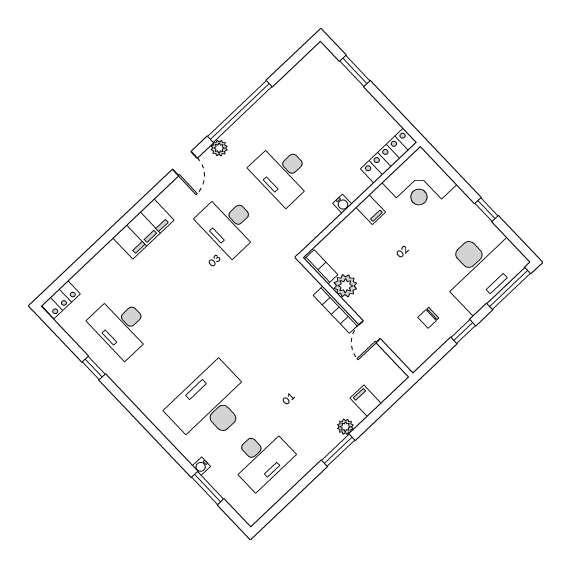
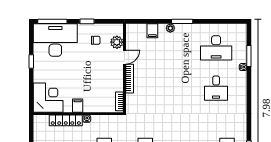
locker: (389, 155) -> (66, 120), moved
plant: (345, 286) -> (117, 42), moved
desk: (211, 405) -> (216, 88), width x0.53, depth x0.77
desk: (261, 458) -> (216, 48), turned 180

